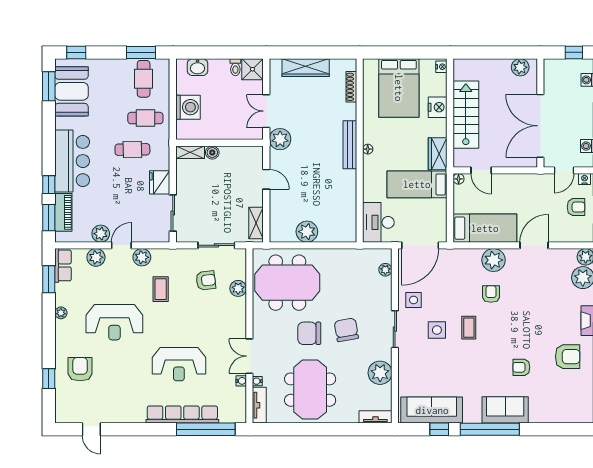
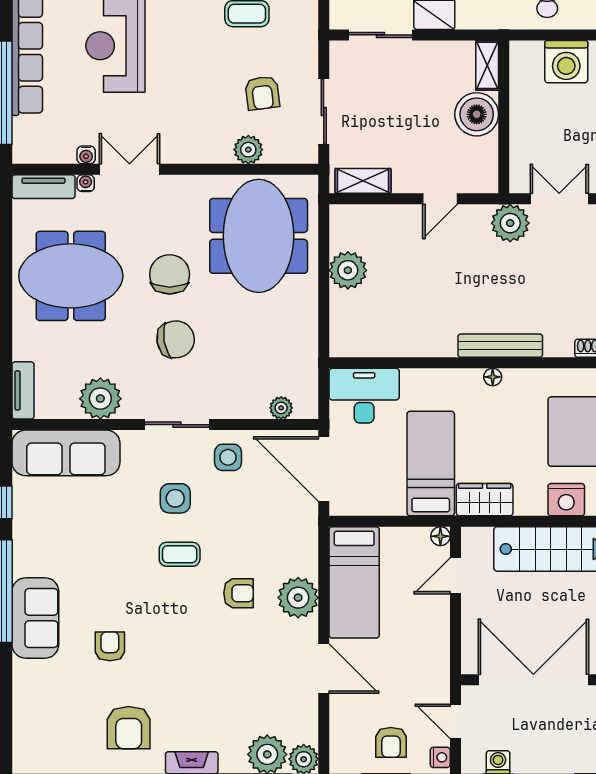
boiler: (212, 152) -> (477, 114), width x1.86, depth x1.86
sofa: (432, 410) -> (66, 453), moved, turned 90

